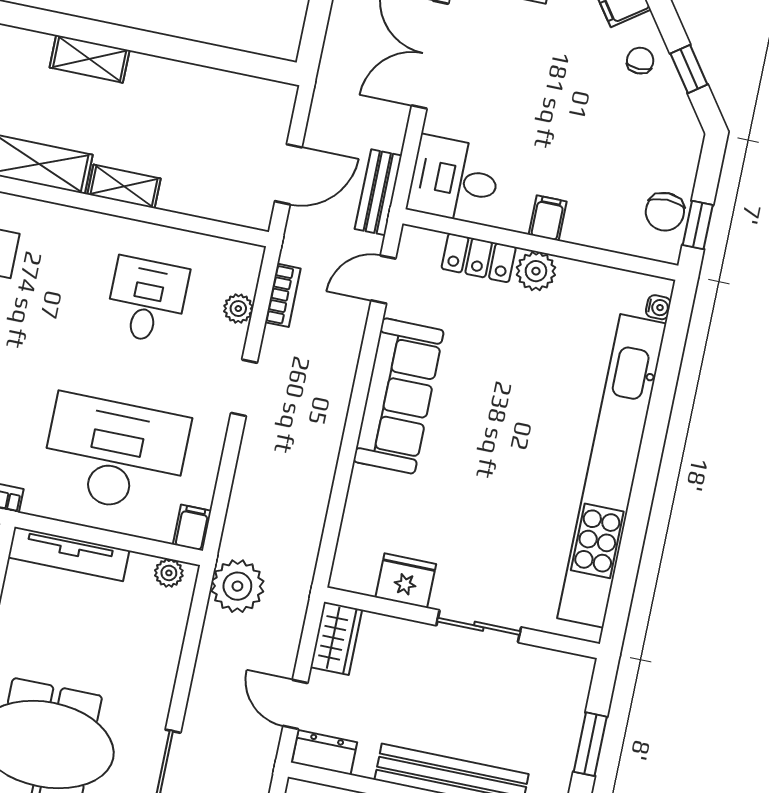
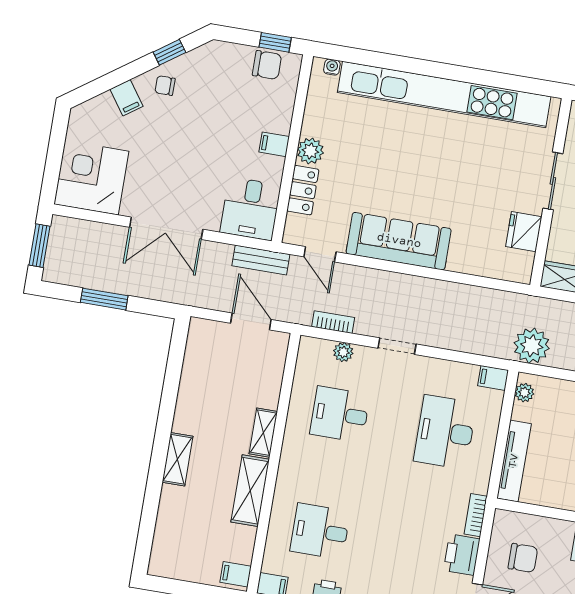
desk: (115, 454) -> (445, 432), width x0.73, depth x0.77

